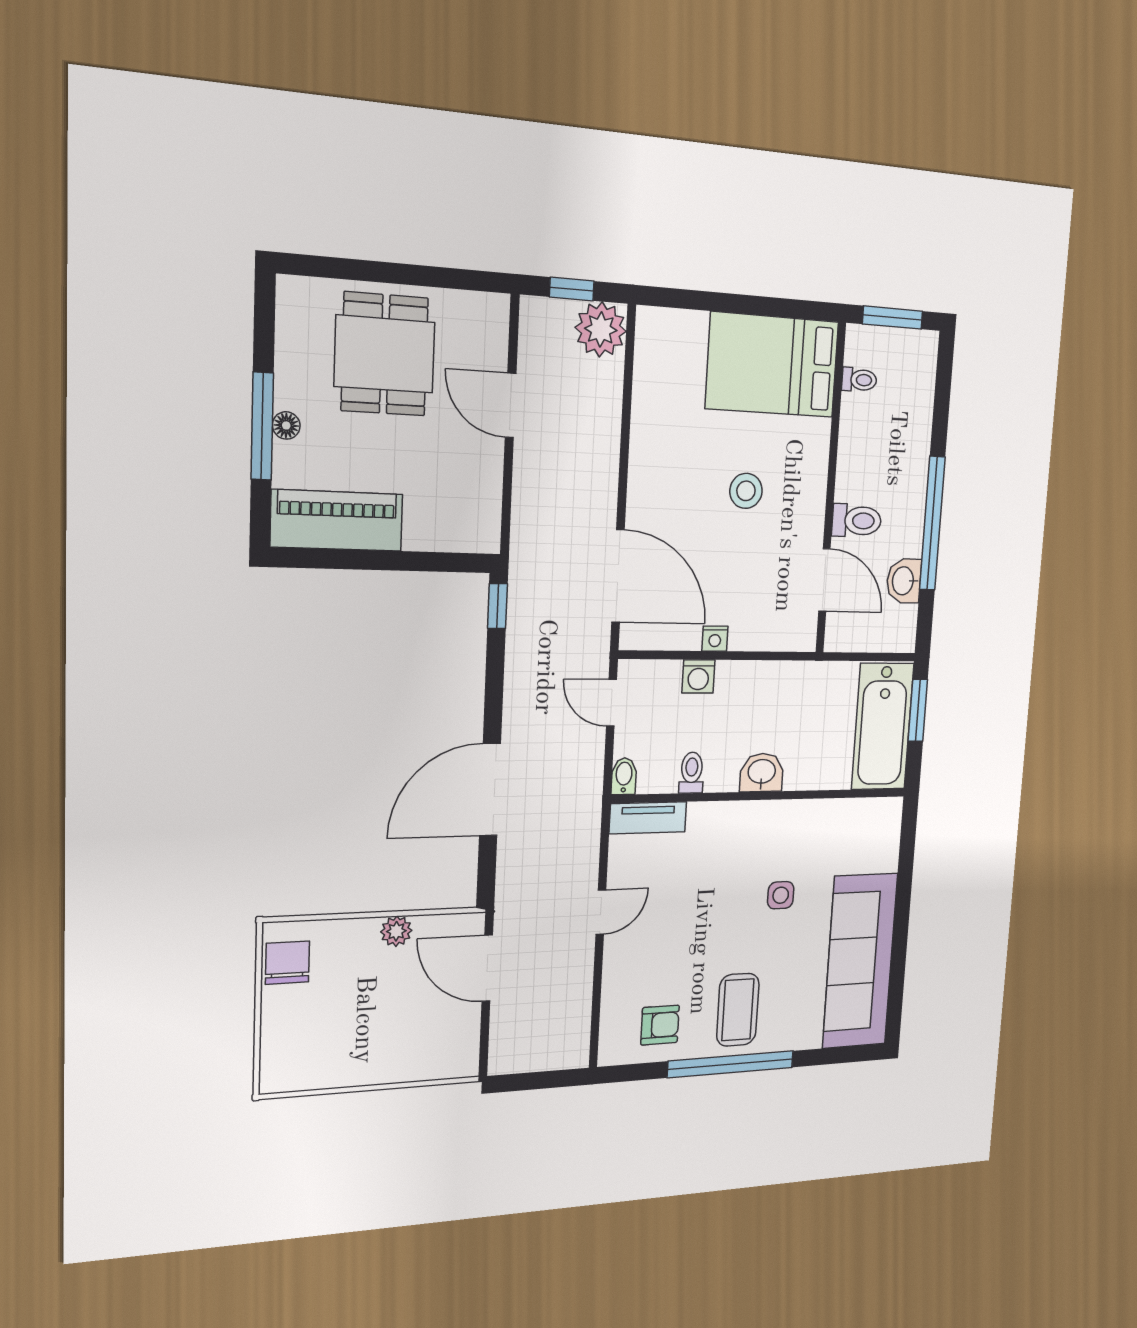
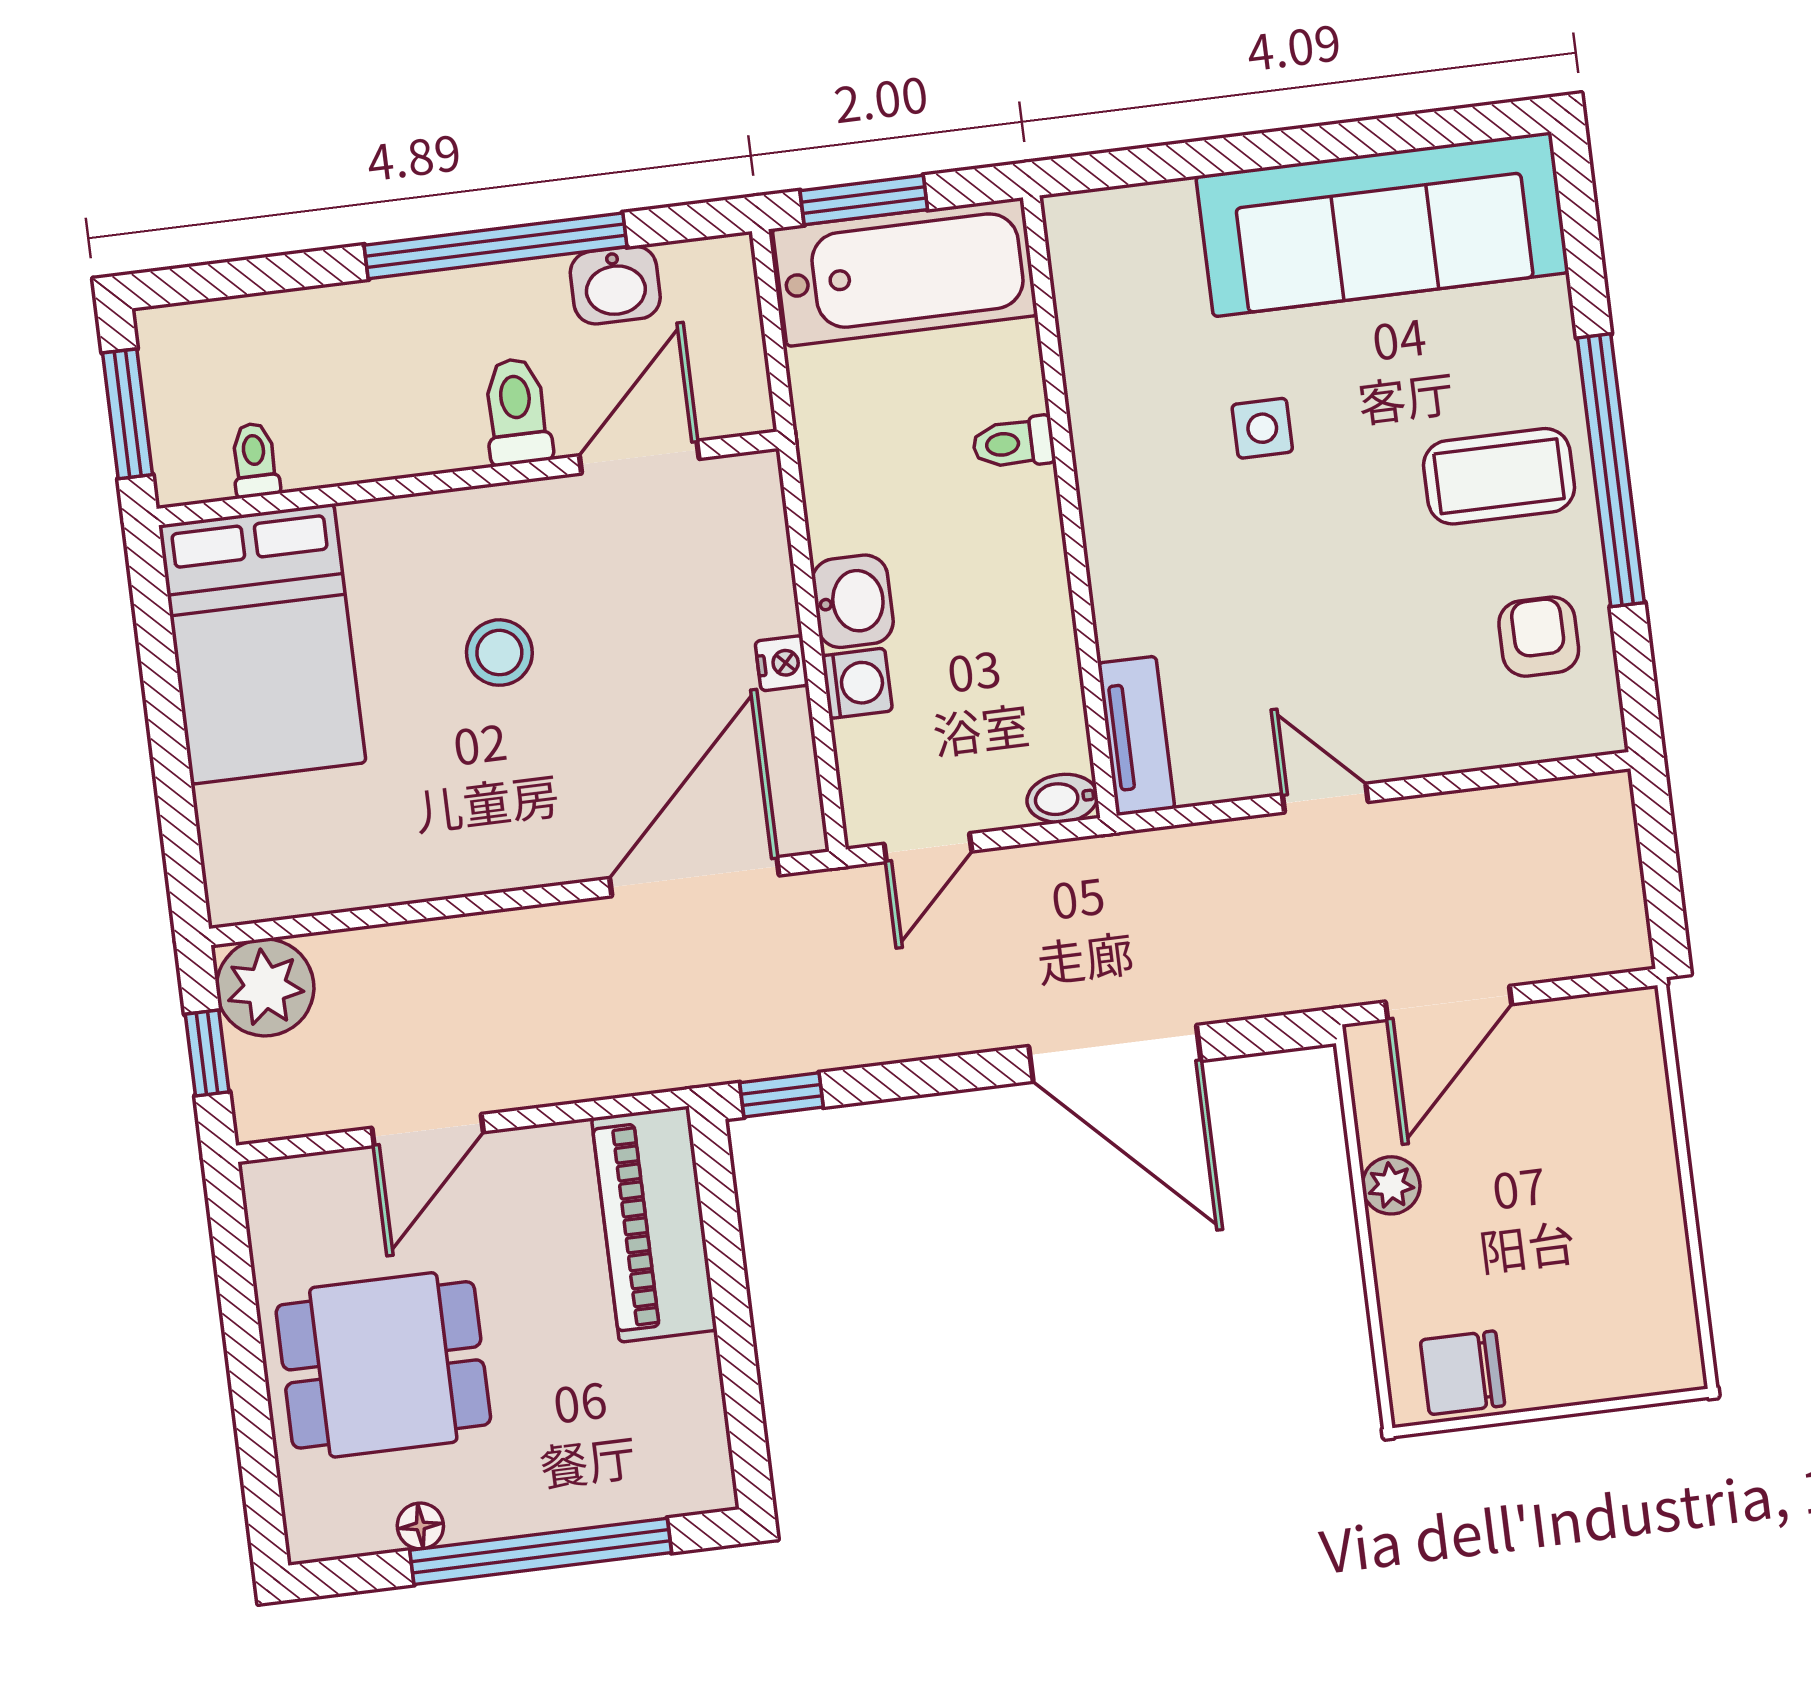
floor lamp: (286, 425) -> (420, 1526), moved
window: (262, 426) -> (541, 1551), width x1.46
piano: (337, 521) -> (654, 1224), moved
washbasin: (762, 772) -> (853, 601), moved, turned 180
toilet: (692, 773) -> (1014, 443), moved

